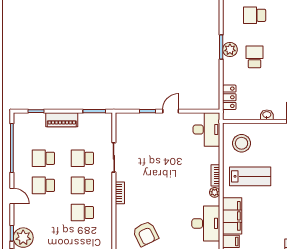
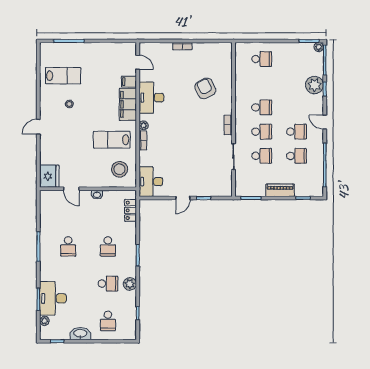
plant: (230, 50) -> (130, 284), moved

